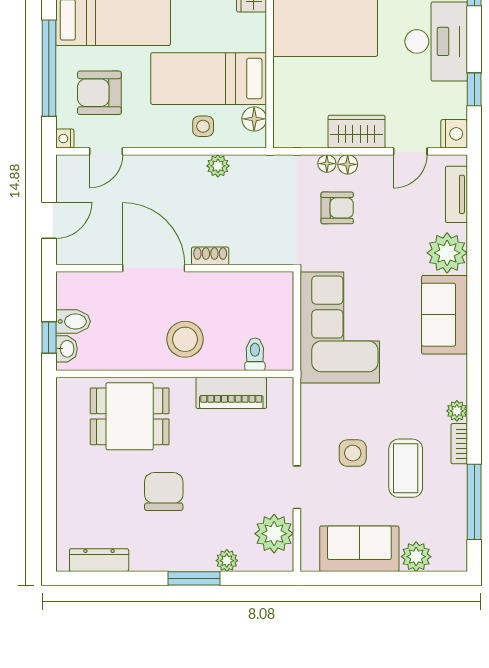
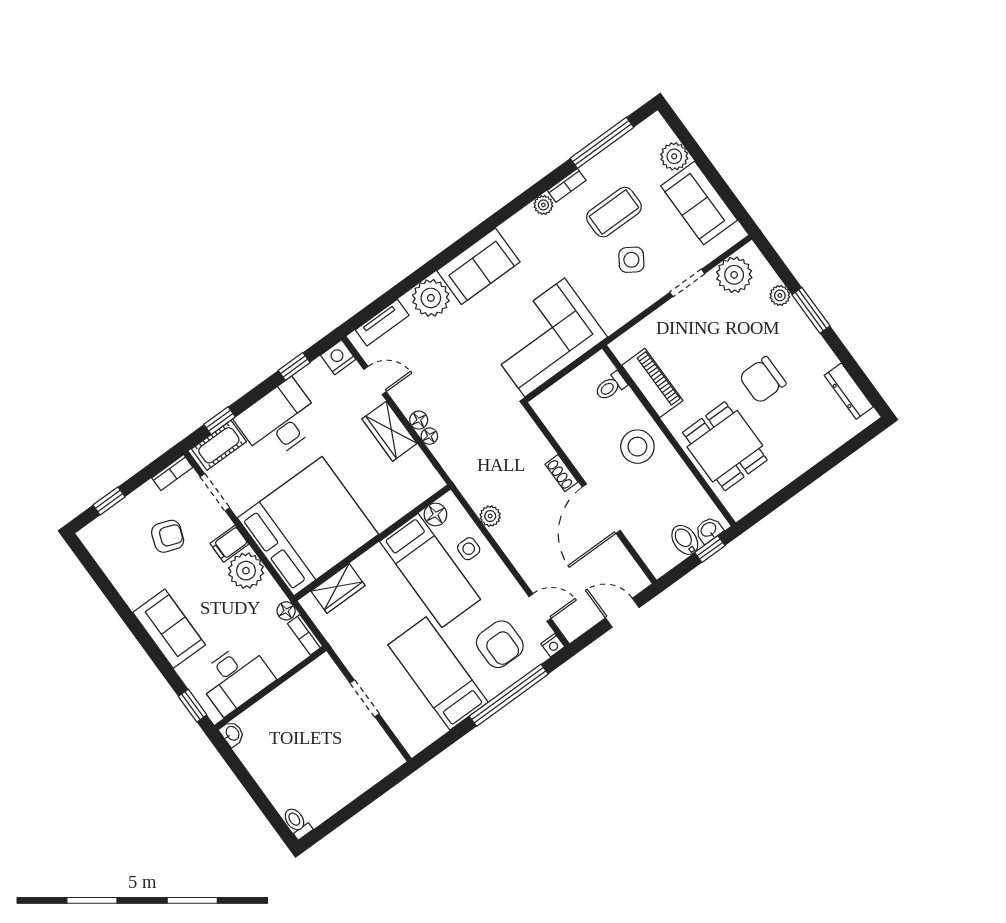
armchair: (337, 208) -> (457, 404), removed
side table: (353, 453) -> (631, 260), turned 33

